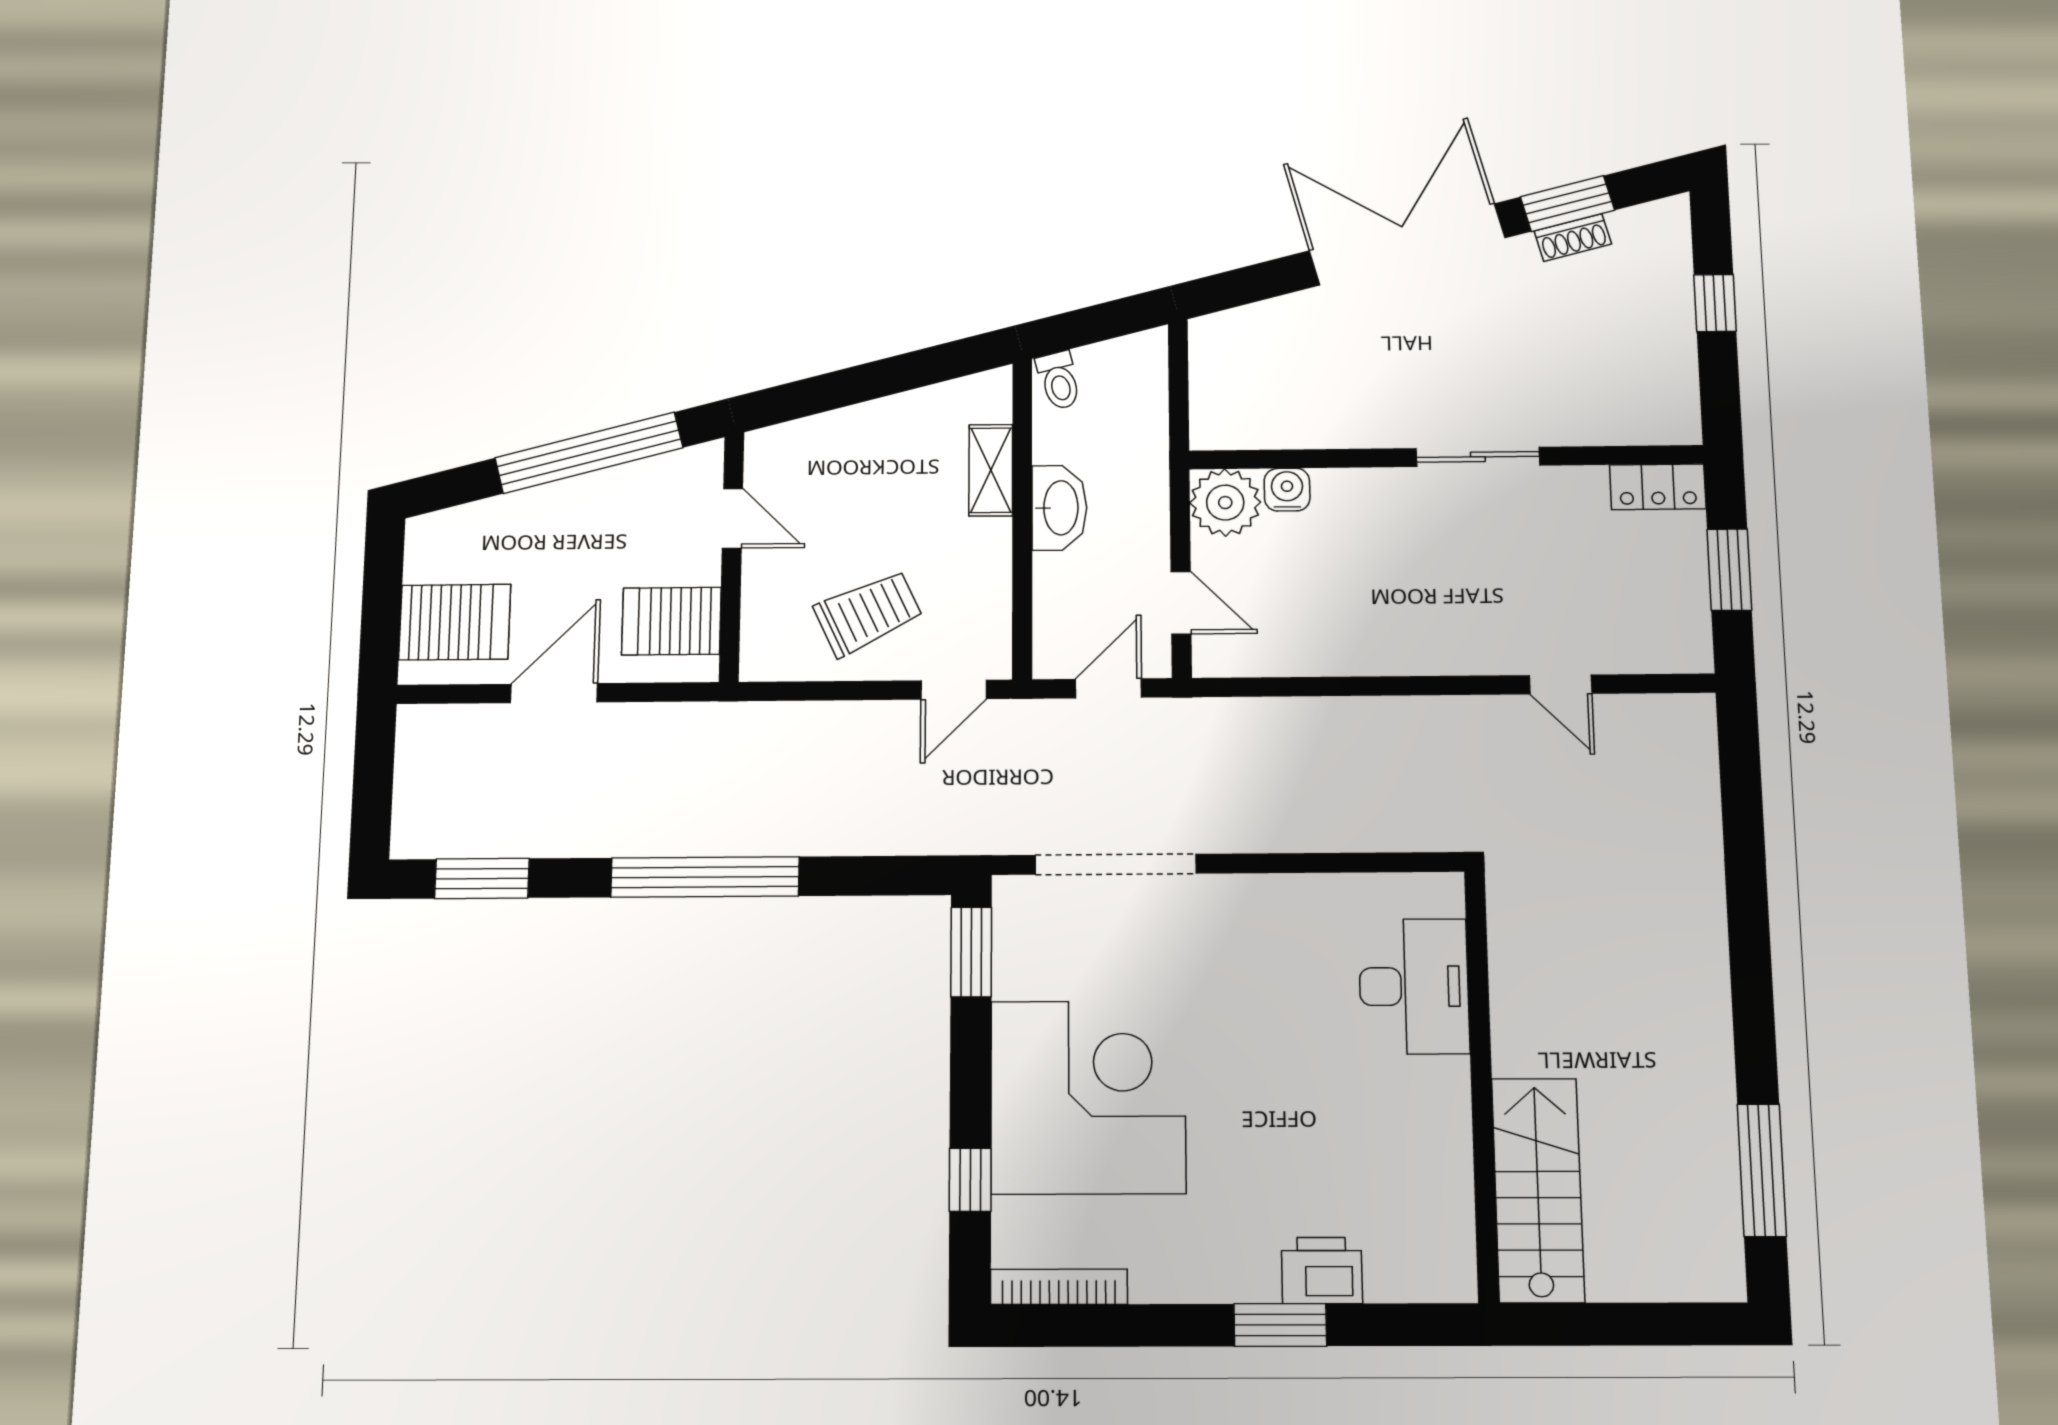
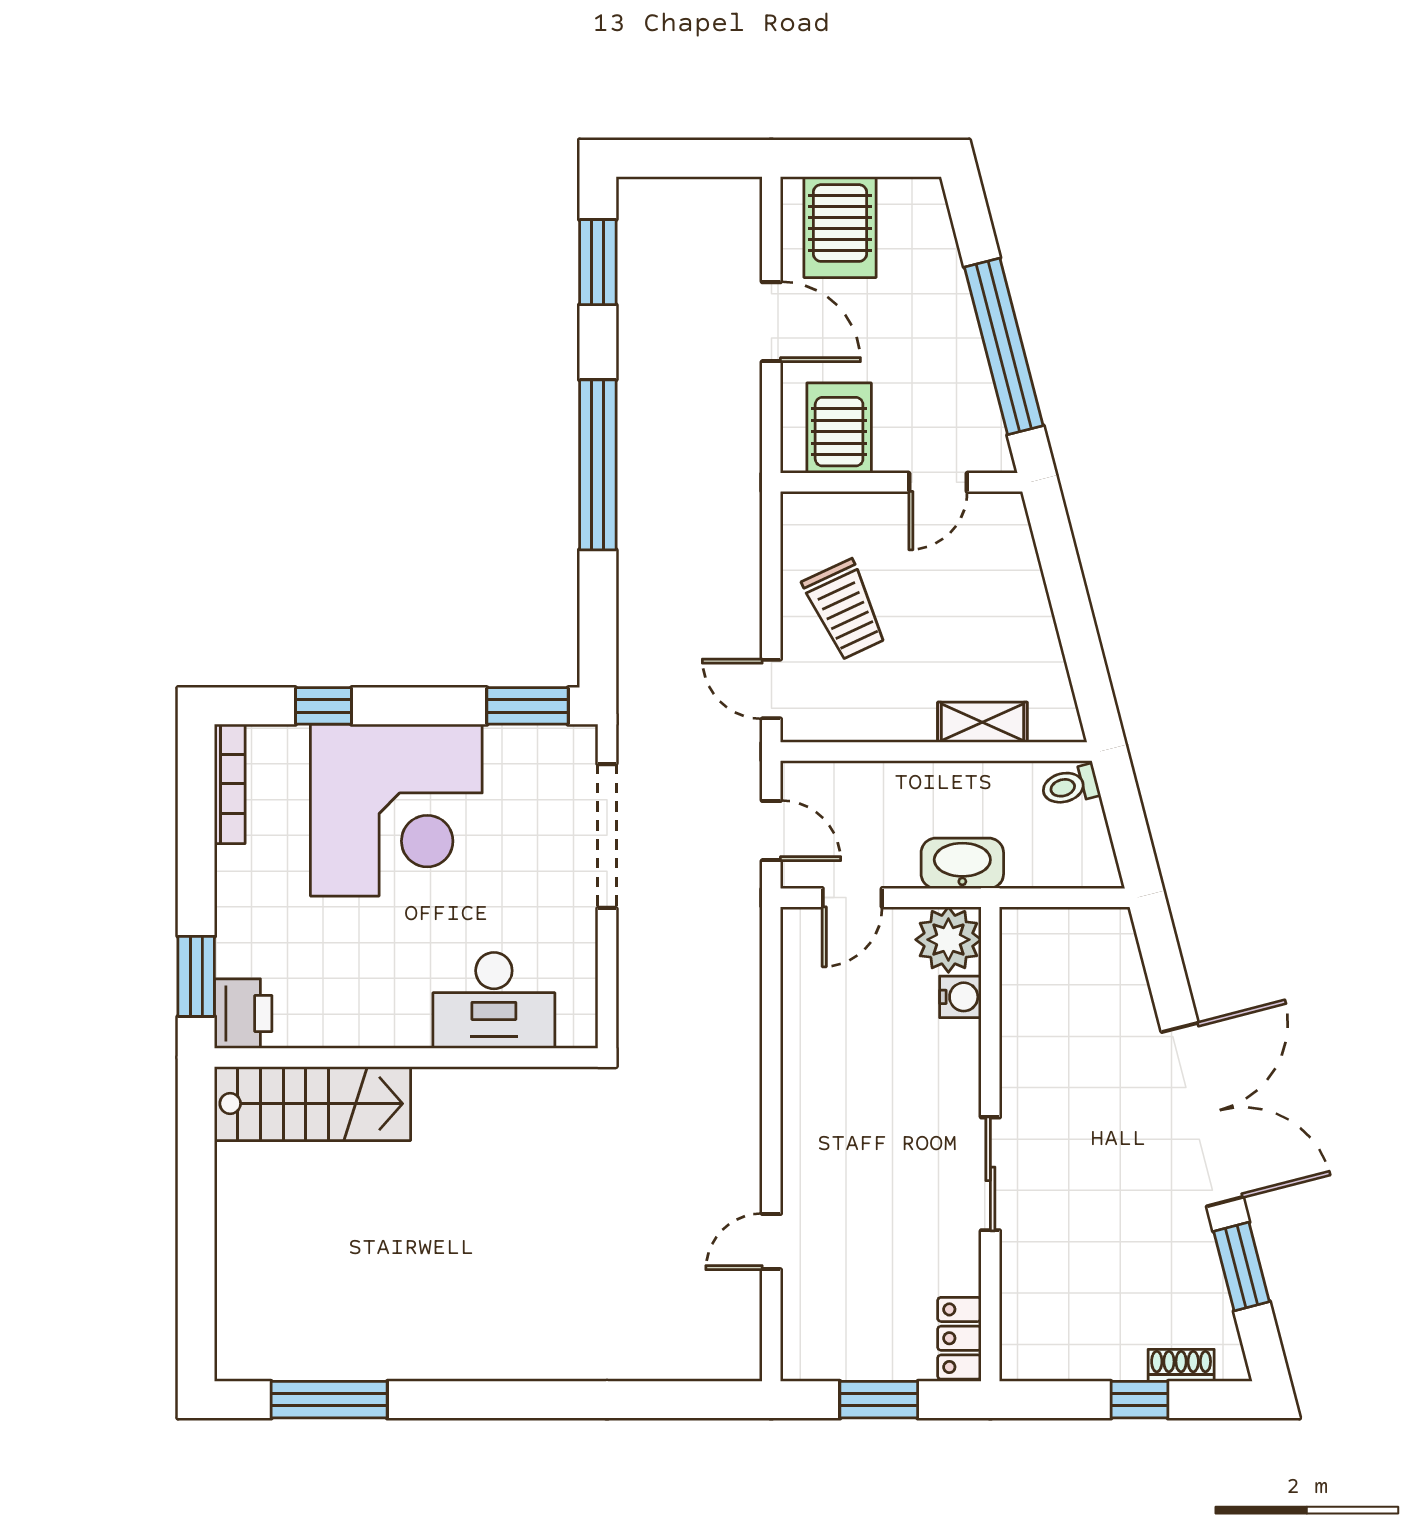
shoe rack: (1573, 238) -> (1181, 1365), moved, turned 104
washbasin: (1059, 508) -> (962, 863), moved, turned 180
desk: (1414, 986) -> (494, 1000), moved
wall: (1481, 1084) -> (406, 1057), moved
stairs: (1538, 1190) -> (313, 1104), moved

